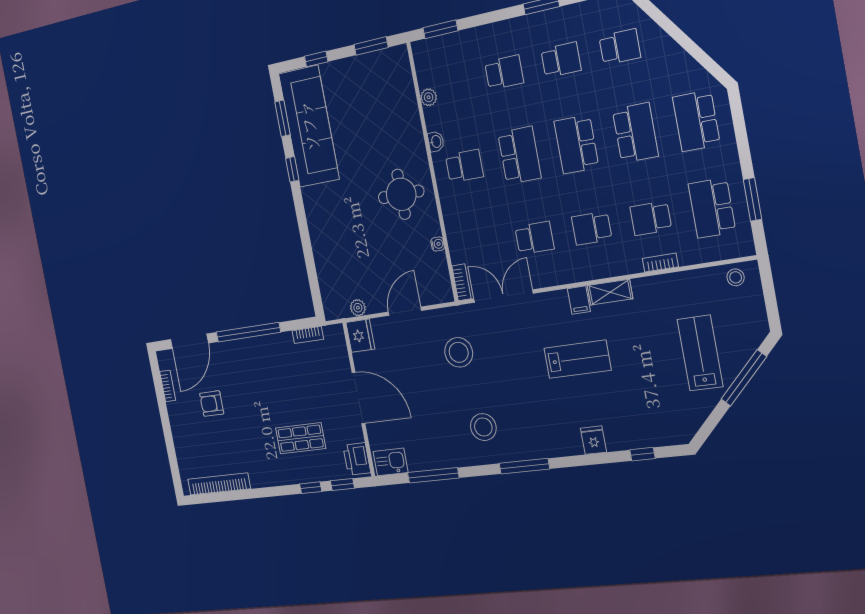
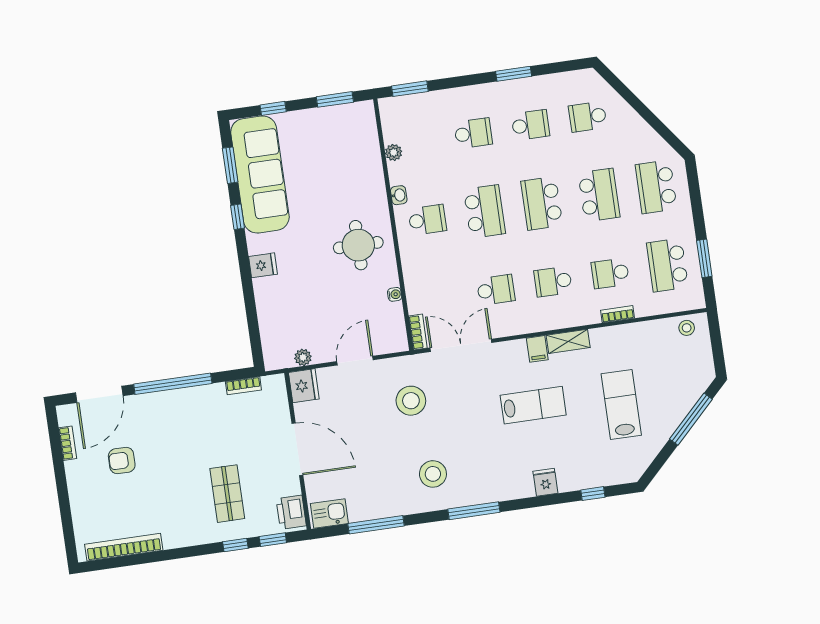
school desk: (620, 47) -> (588, 117), turned 180
fridge: (317, 217) -> (263, 265), added
lab bench: (700, 353) -> (621, 405), moved
shop shelf: (301, 438) -> (227, 494), turned 90

